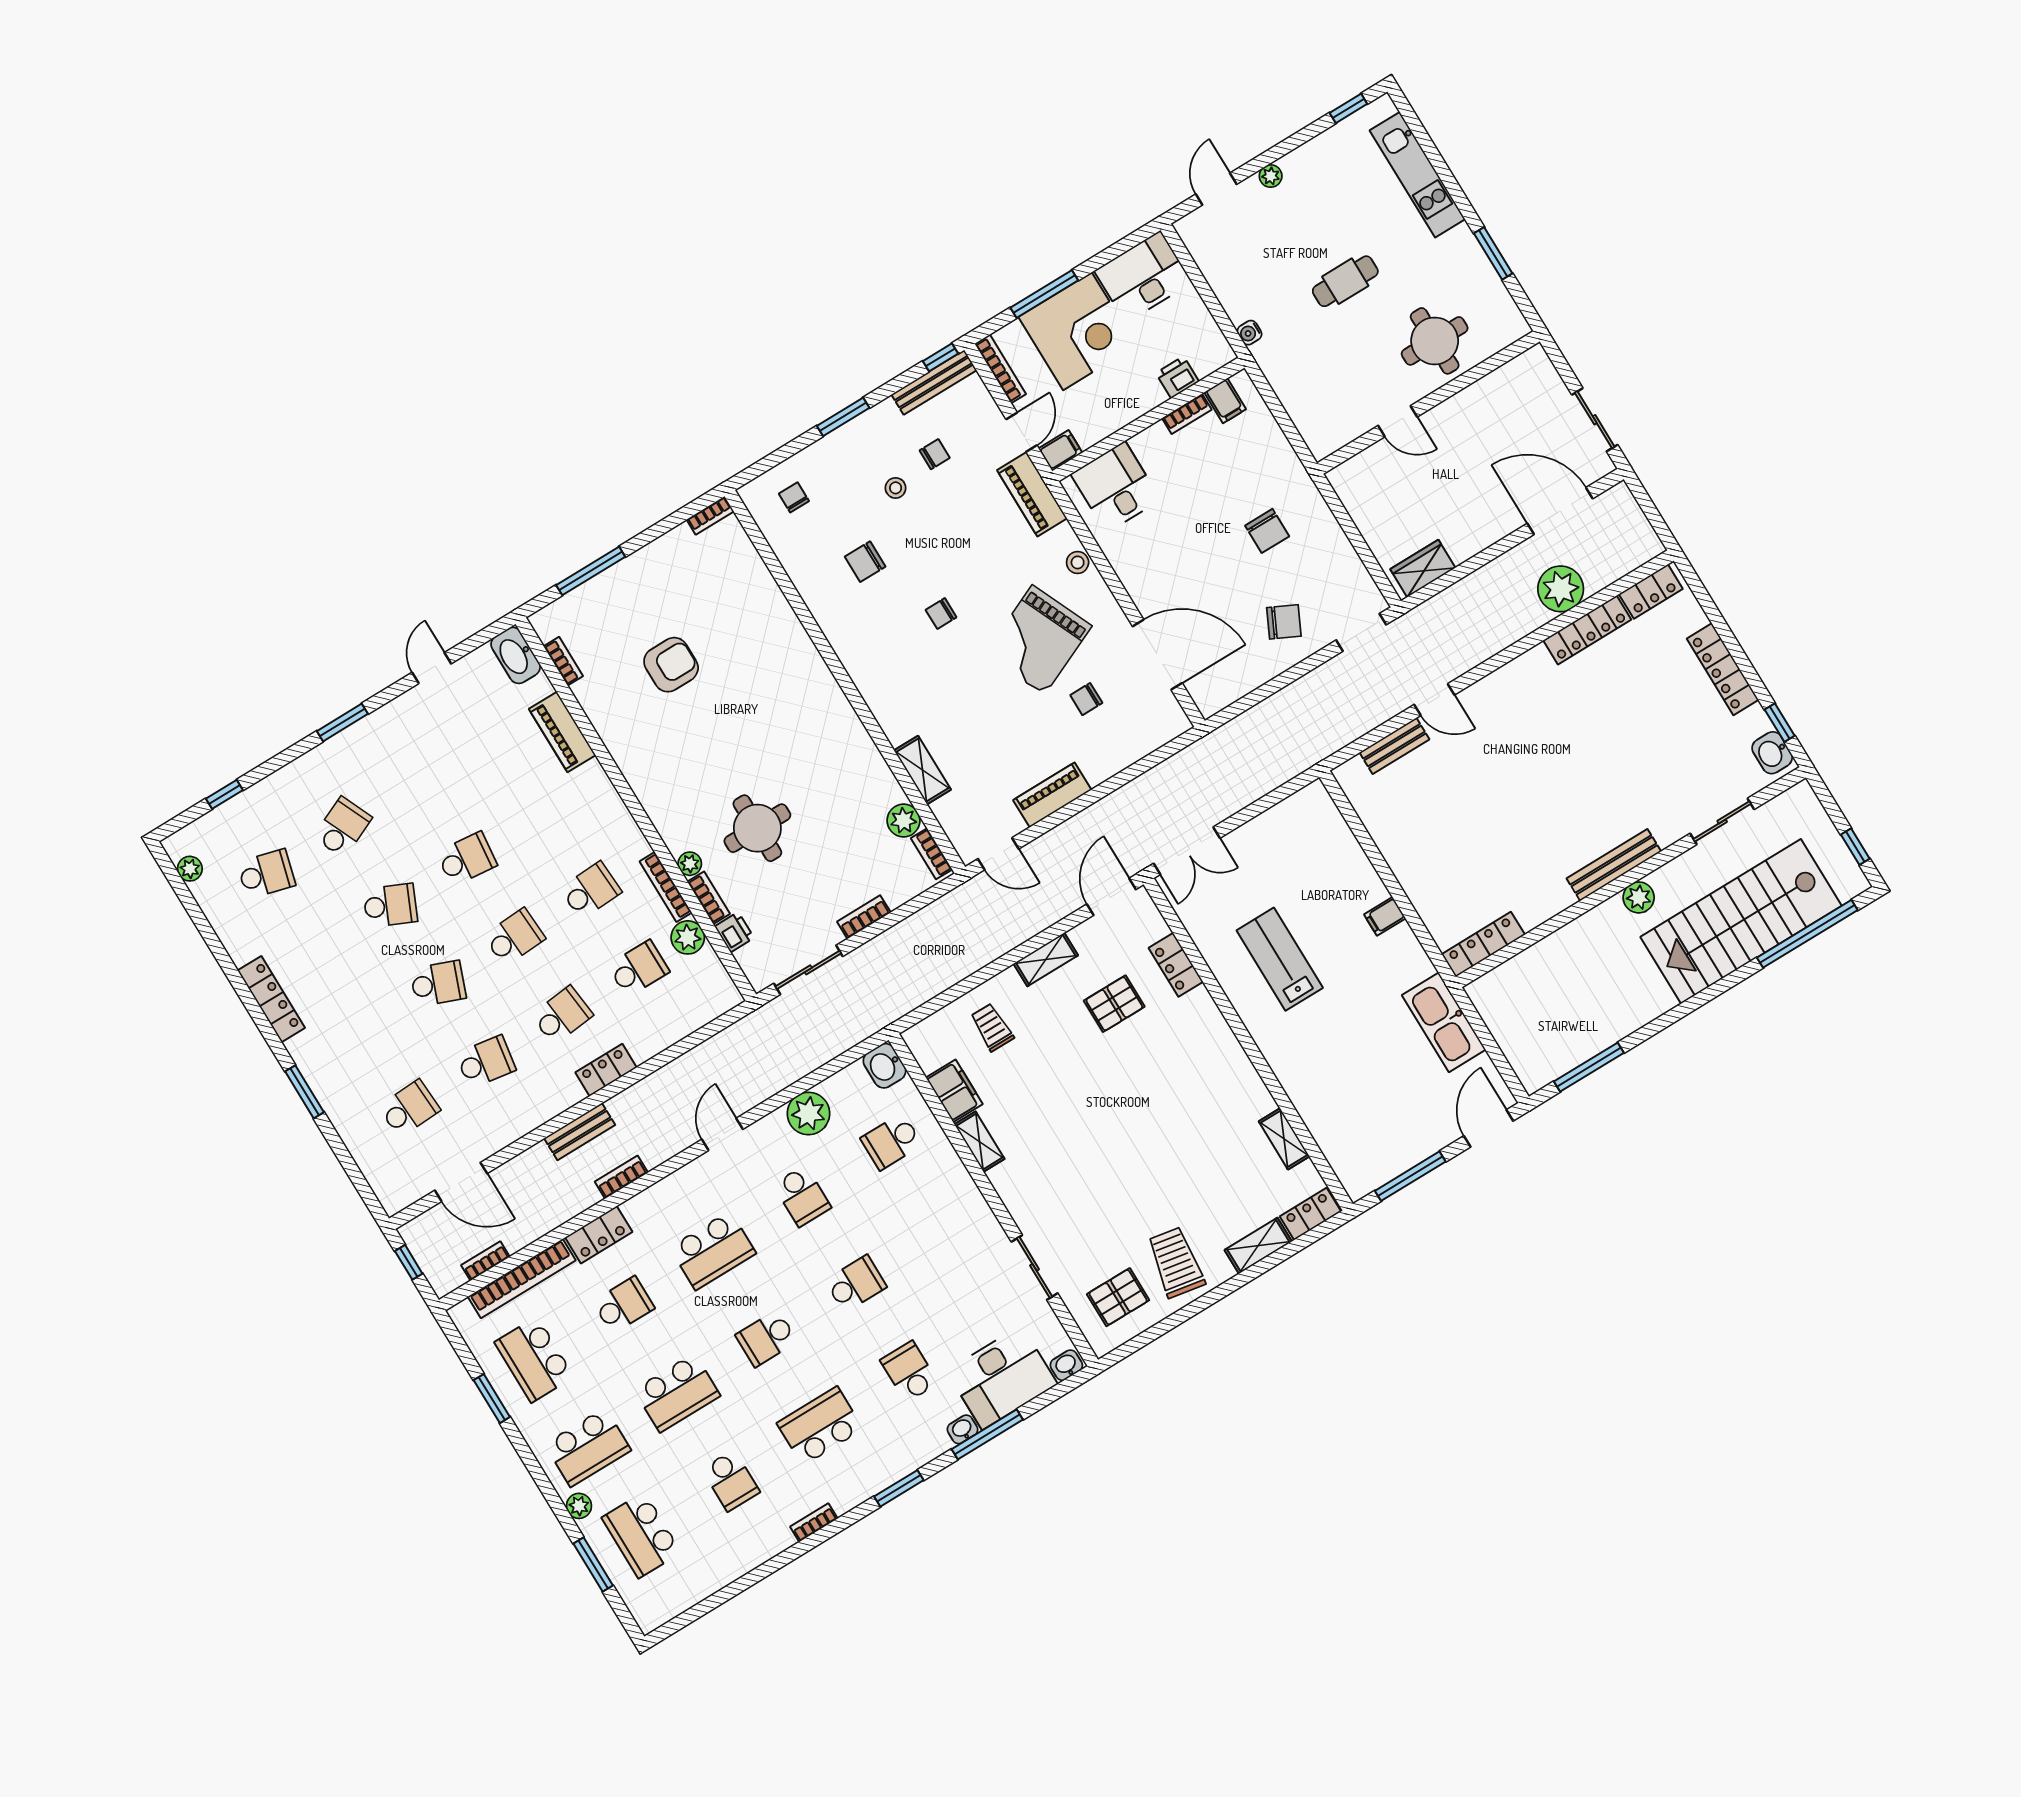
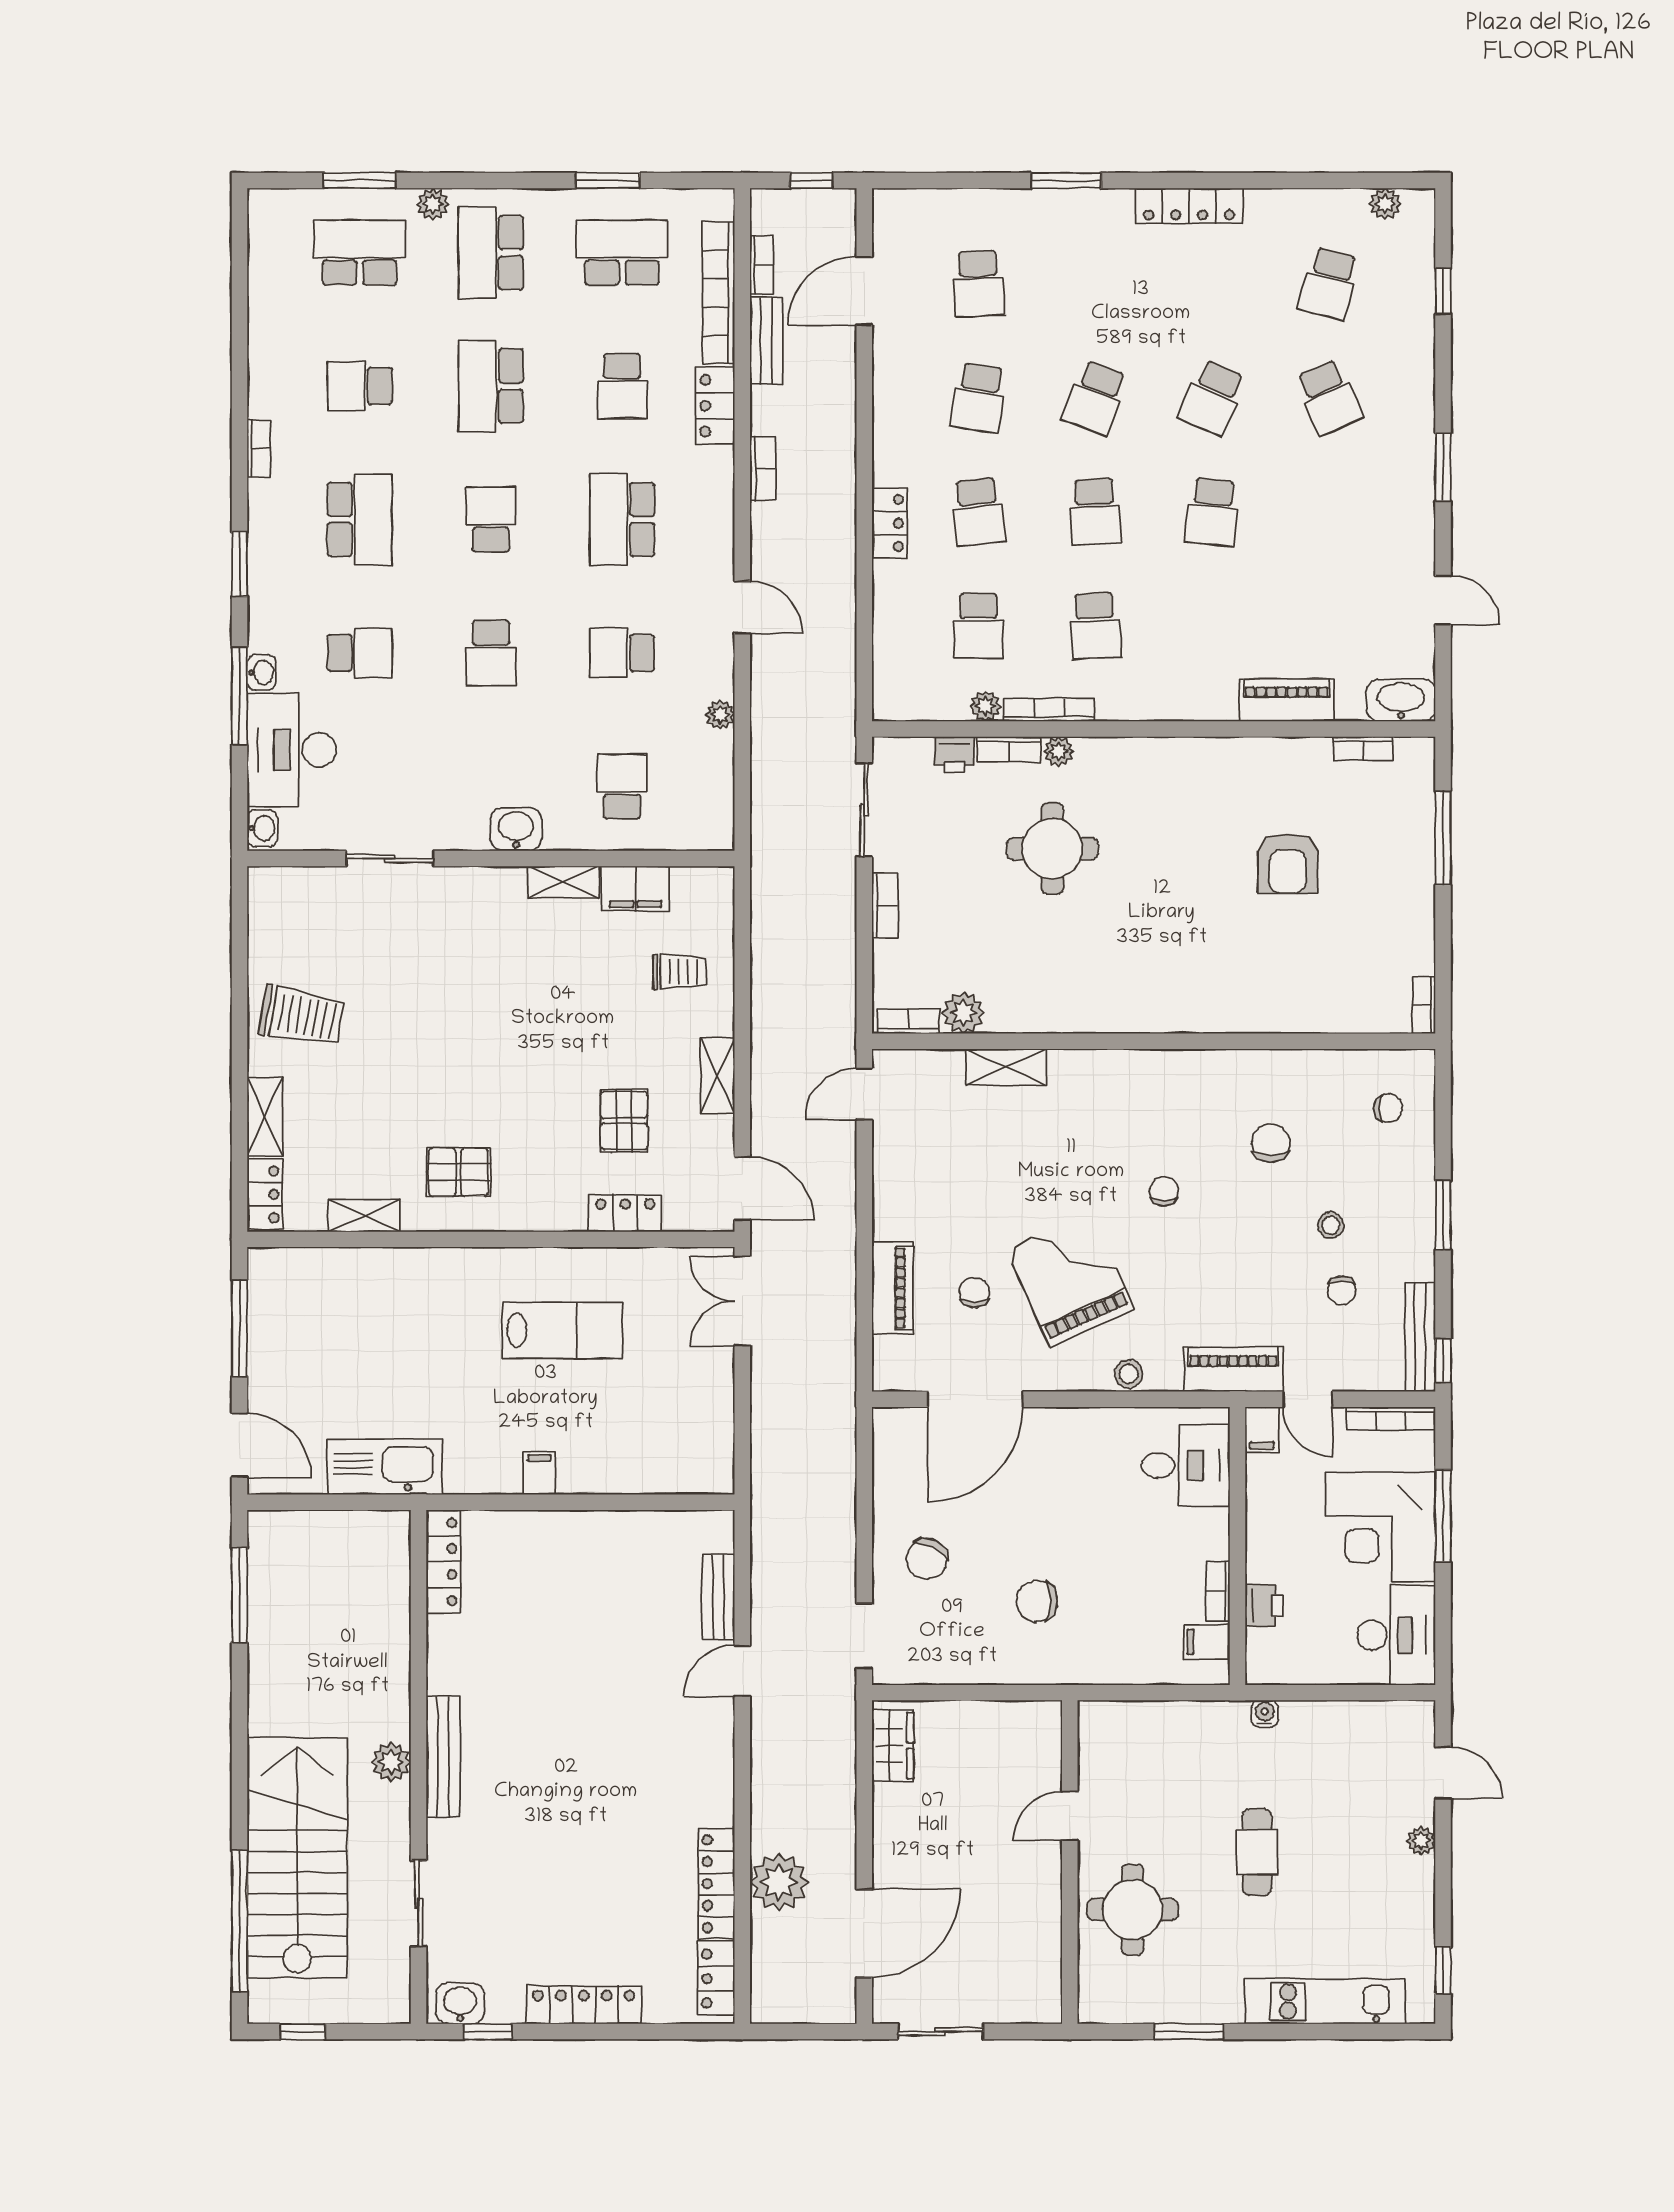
piano: (1052, 795) -> (892, 1288), moved
plant: (688, 937) -> (985, 706), width x0.73, depth x0.73
washbasin: (885, 1066) -> (516, 829), moved
plant: (808, 1114) -> (720, 715), width x0.53, depth x0.53
bench: (580, 1132) -> (766, 341), moved
pallet: (1118, 1297) -> (458, 1172), moved, turned 90

